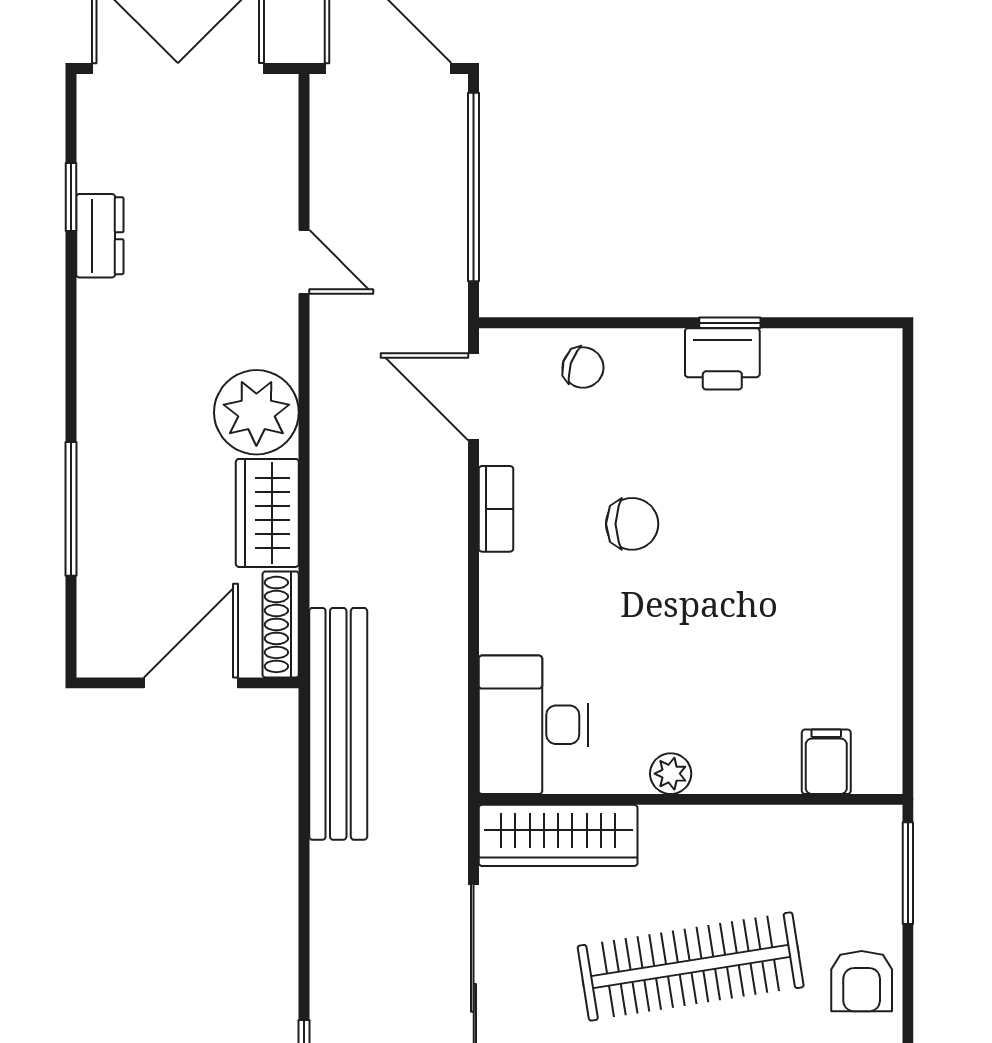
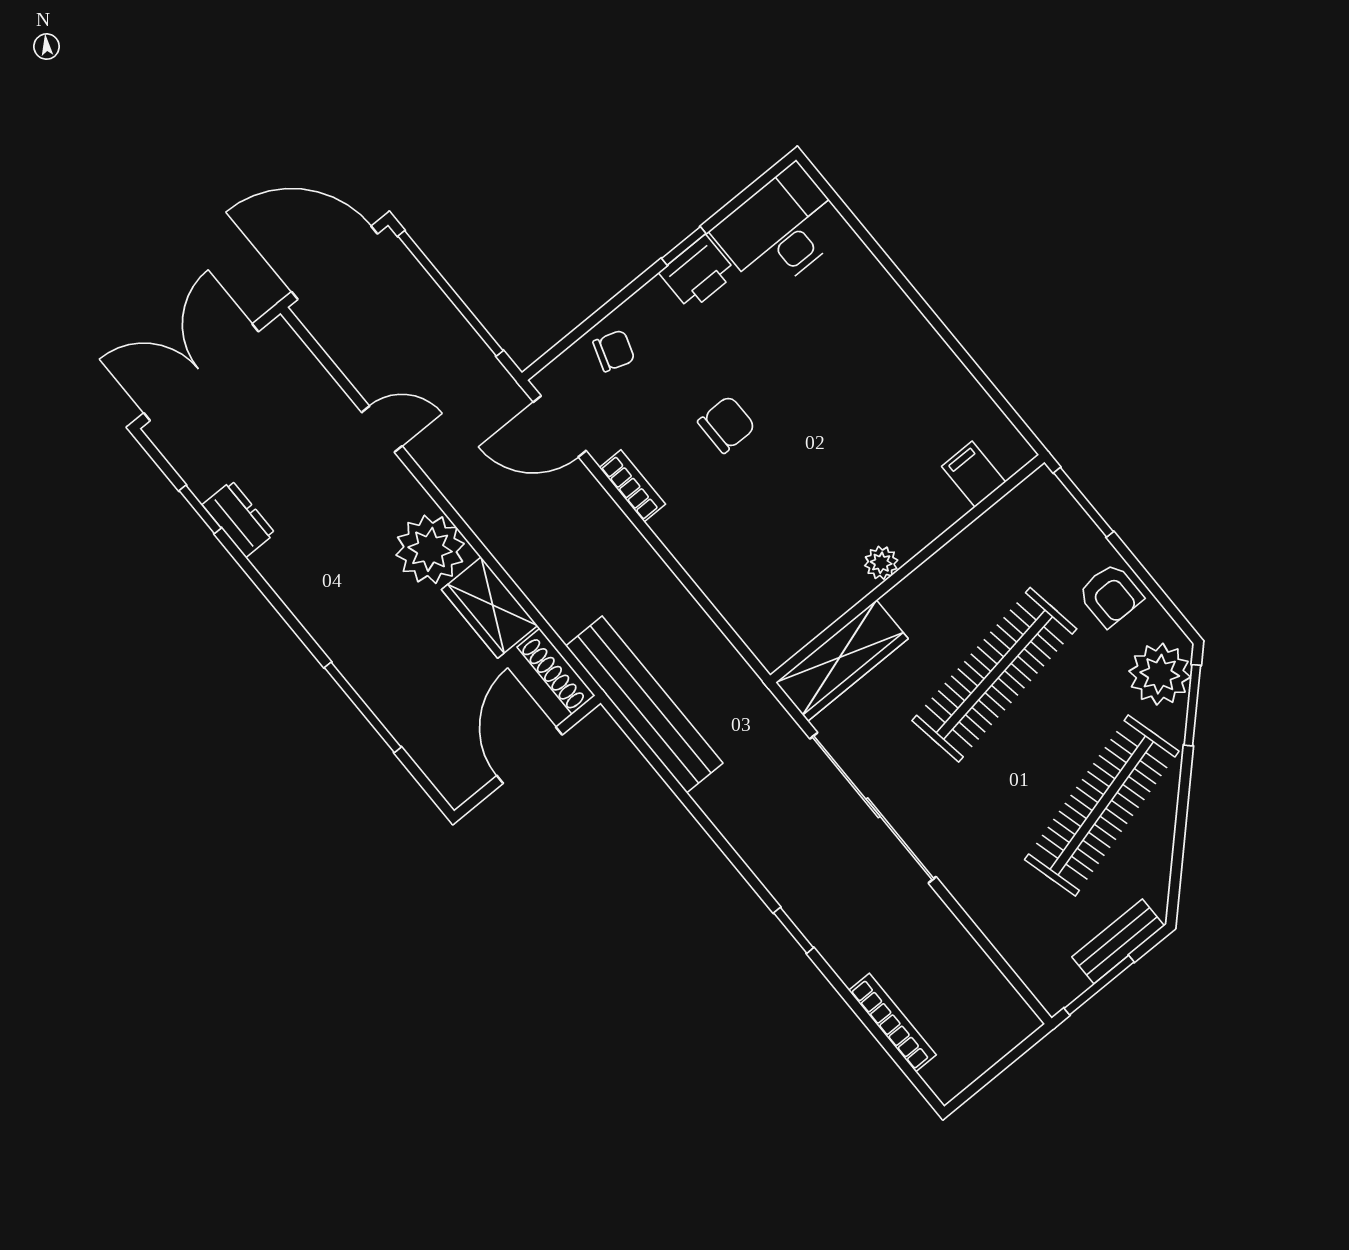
desk: (533, 725) -> (780, 230), moved, turned 90

